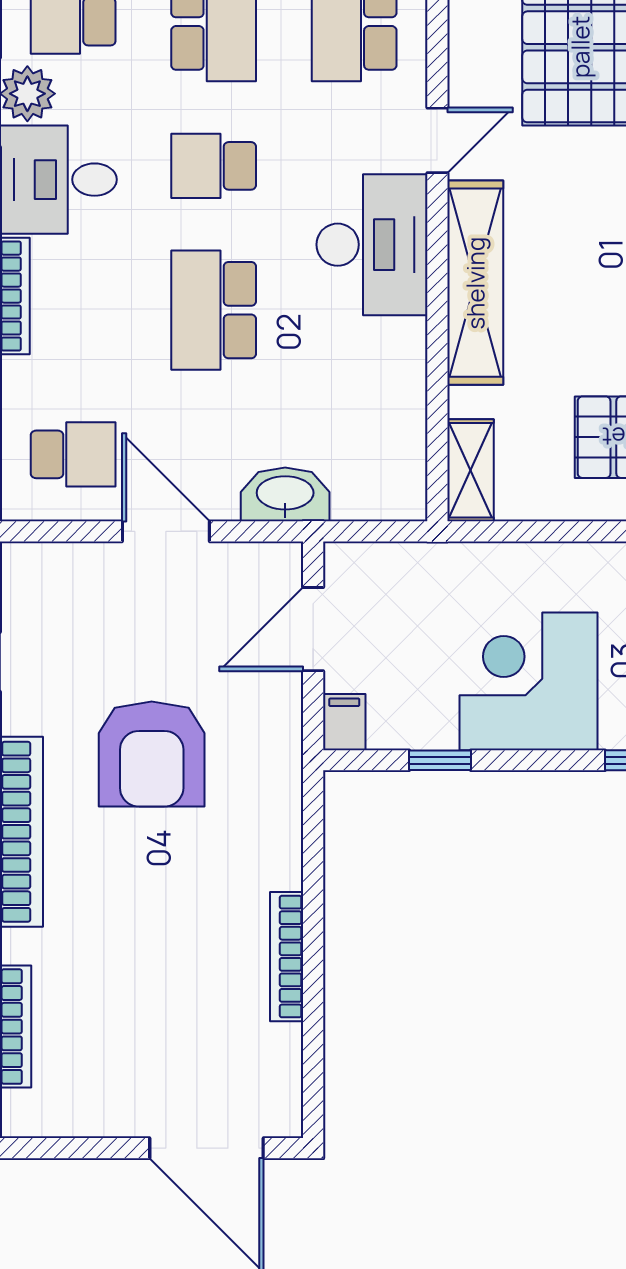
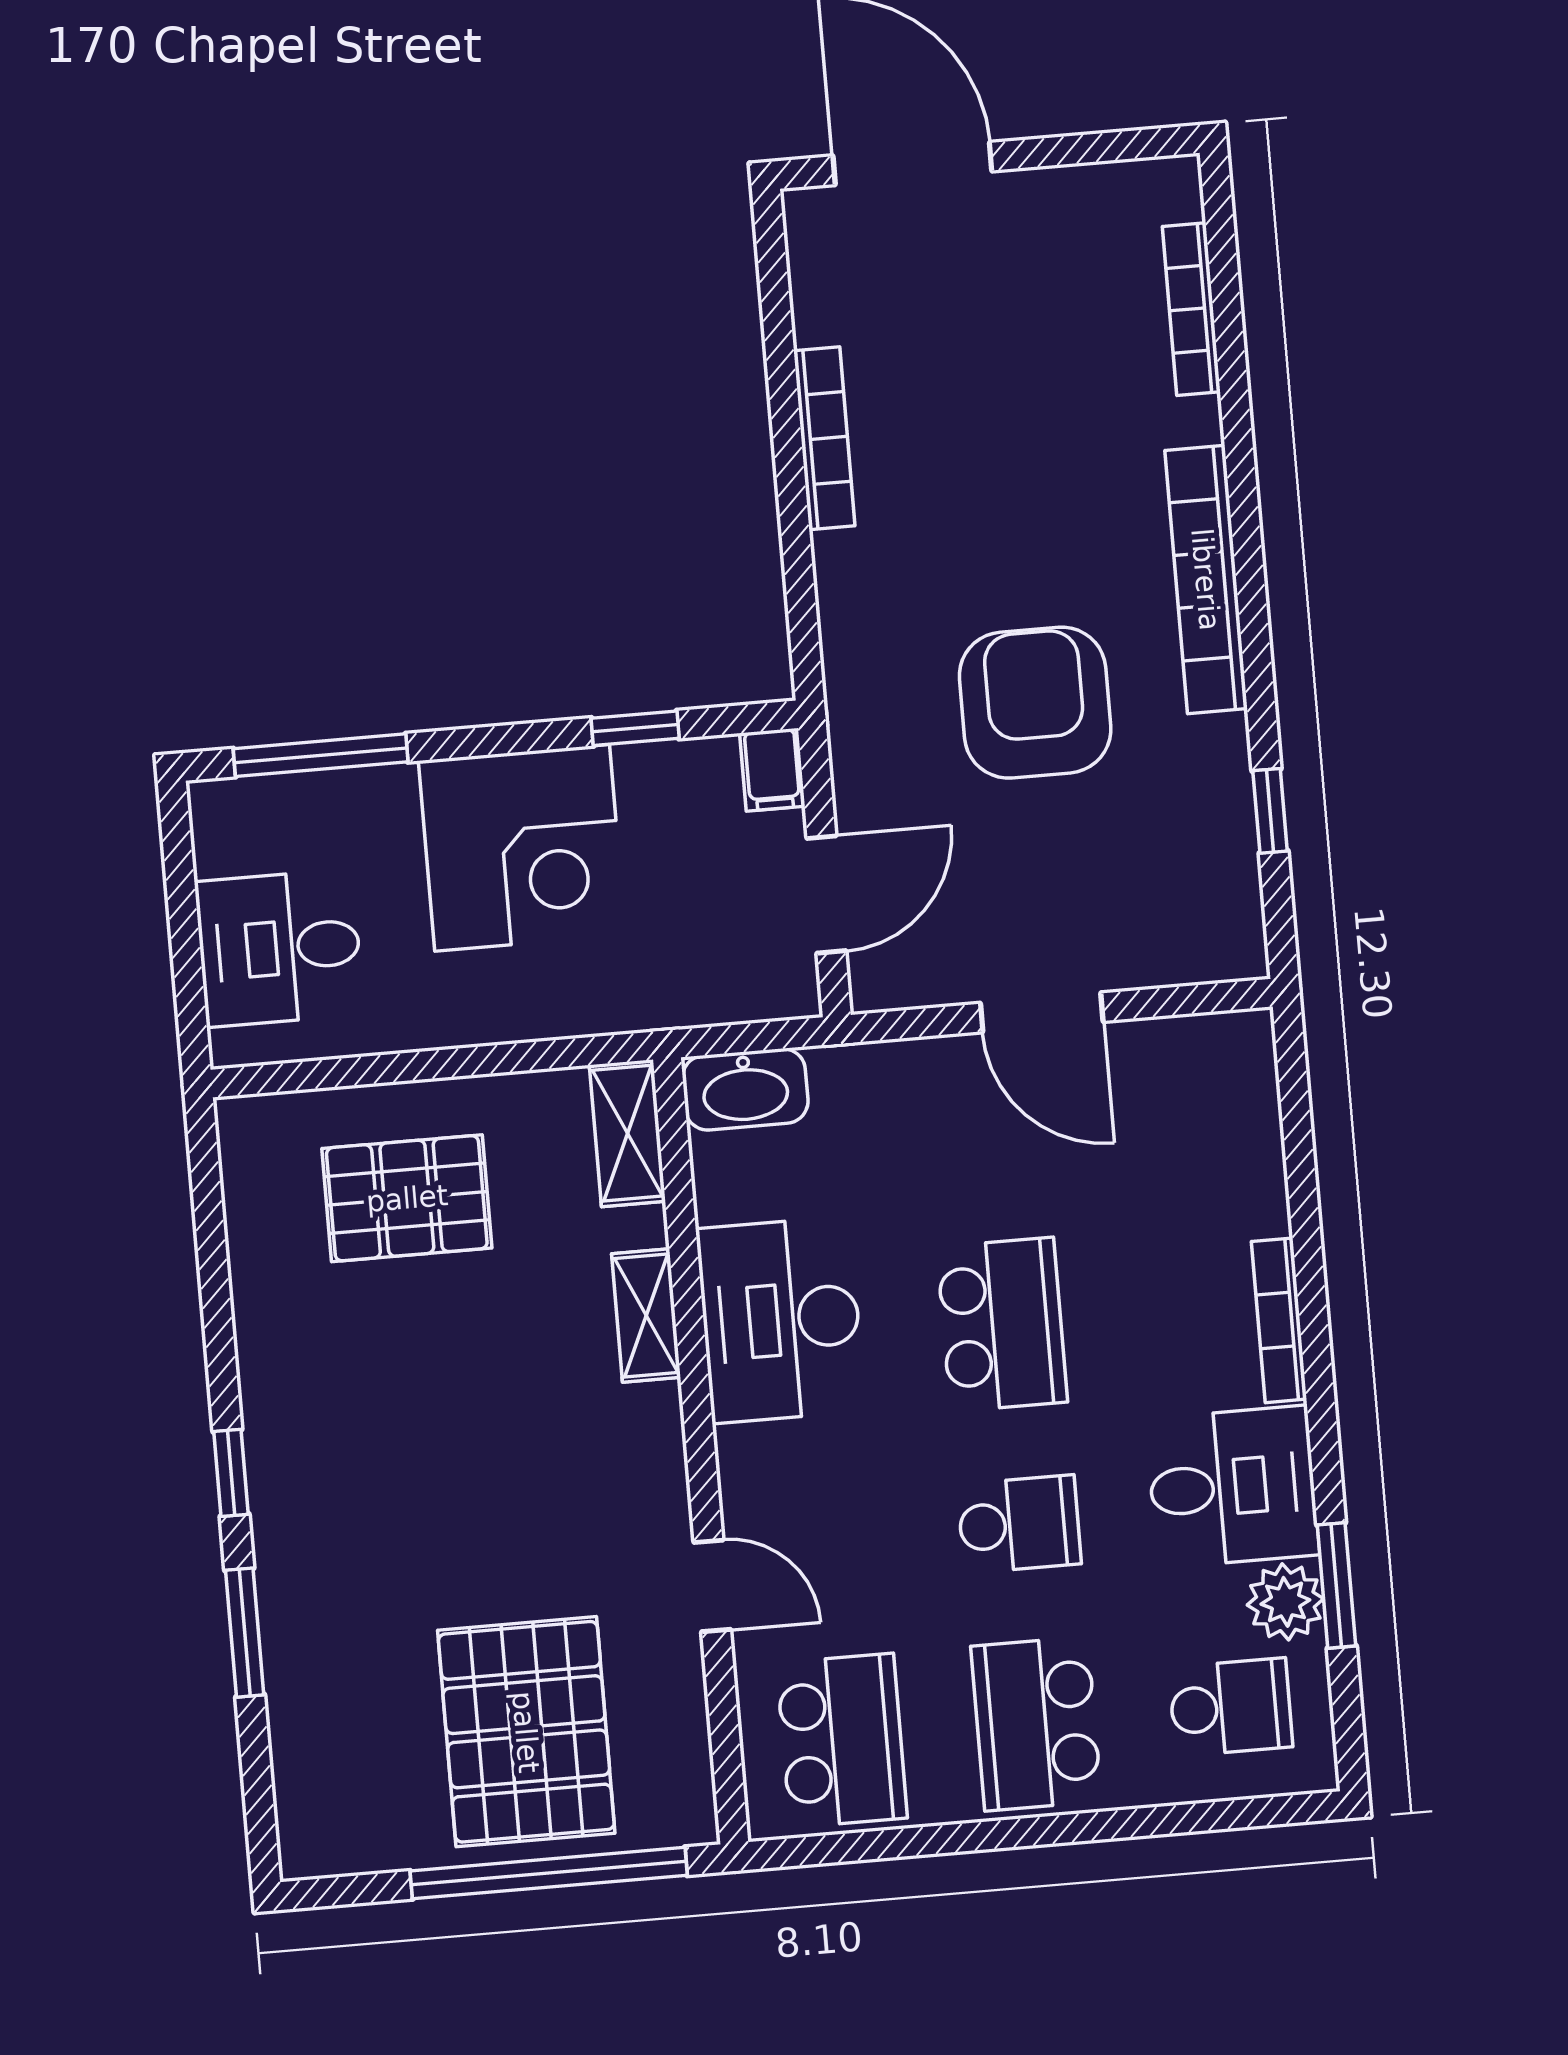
door: (437, 140) -> (712, 1586), swing flipped
desk: (372, 245) -> (781, 1320), moved
shelving: (475, 283) -> (646, 1316), width x0.45, depth x0.75
school desk: (73, 454) -> (1179, 1108), removed
washbasin: (285, 494) -> (745, 1089), moved

